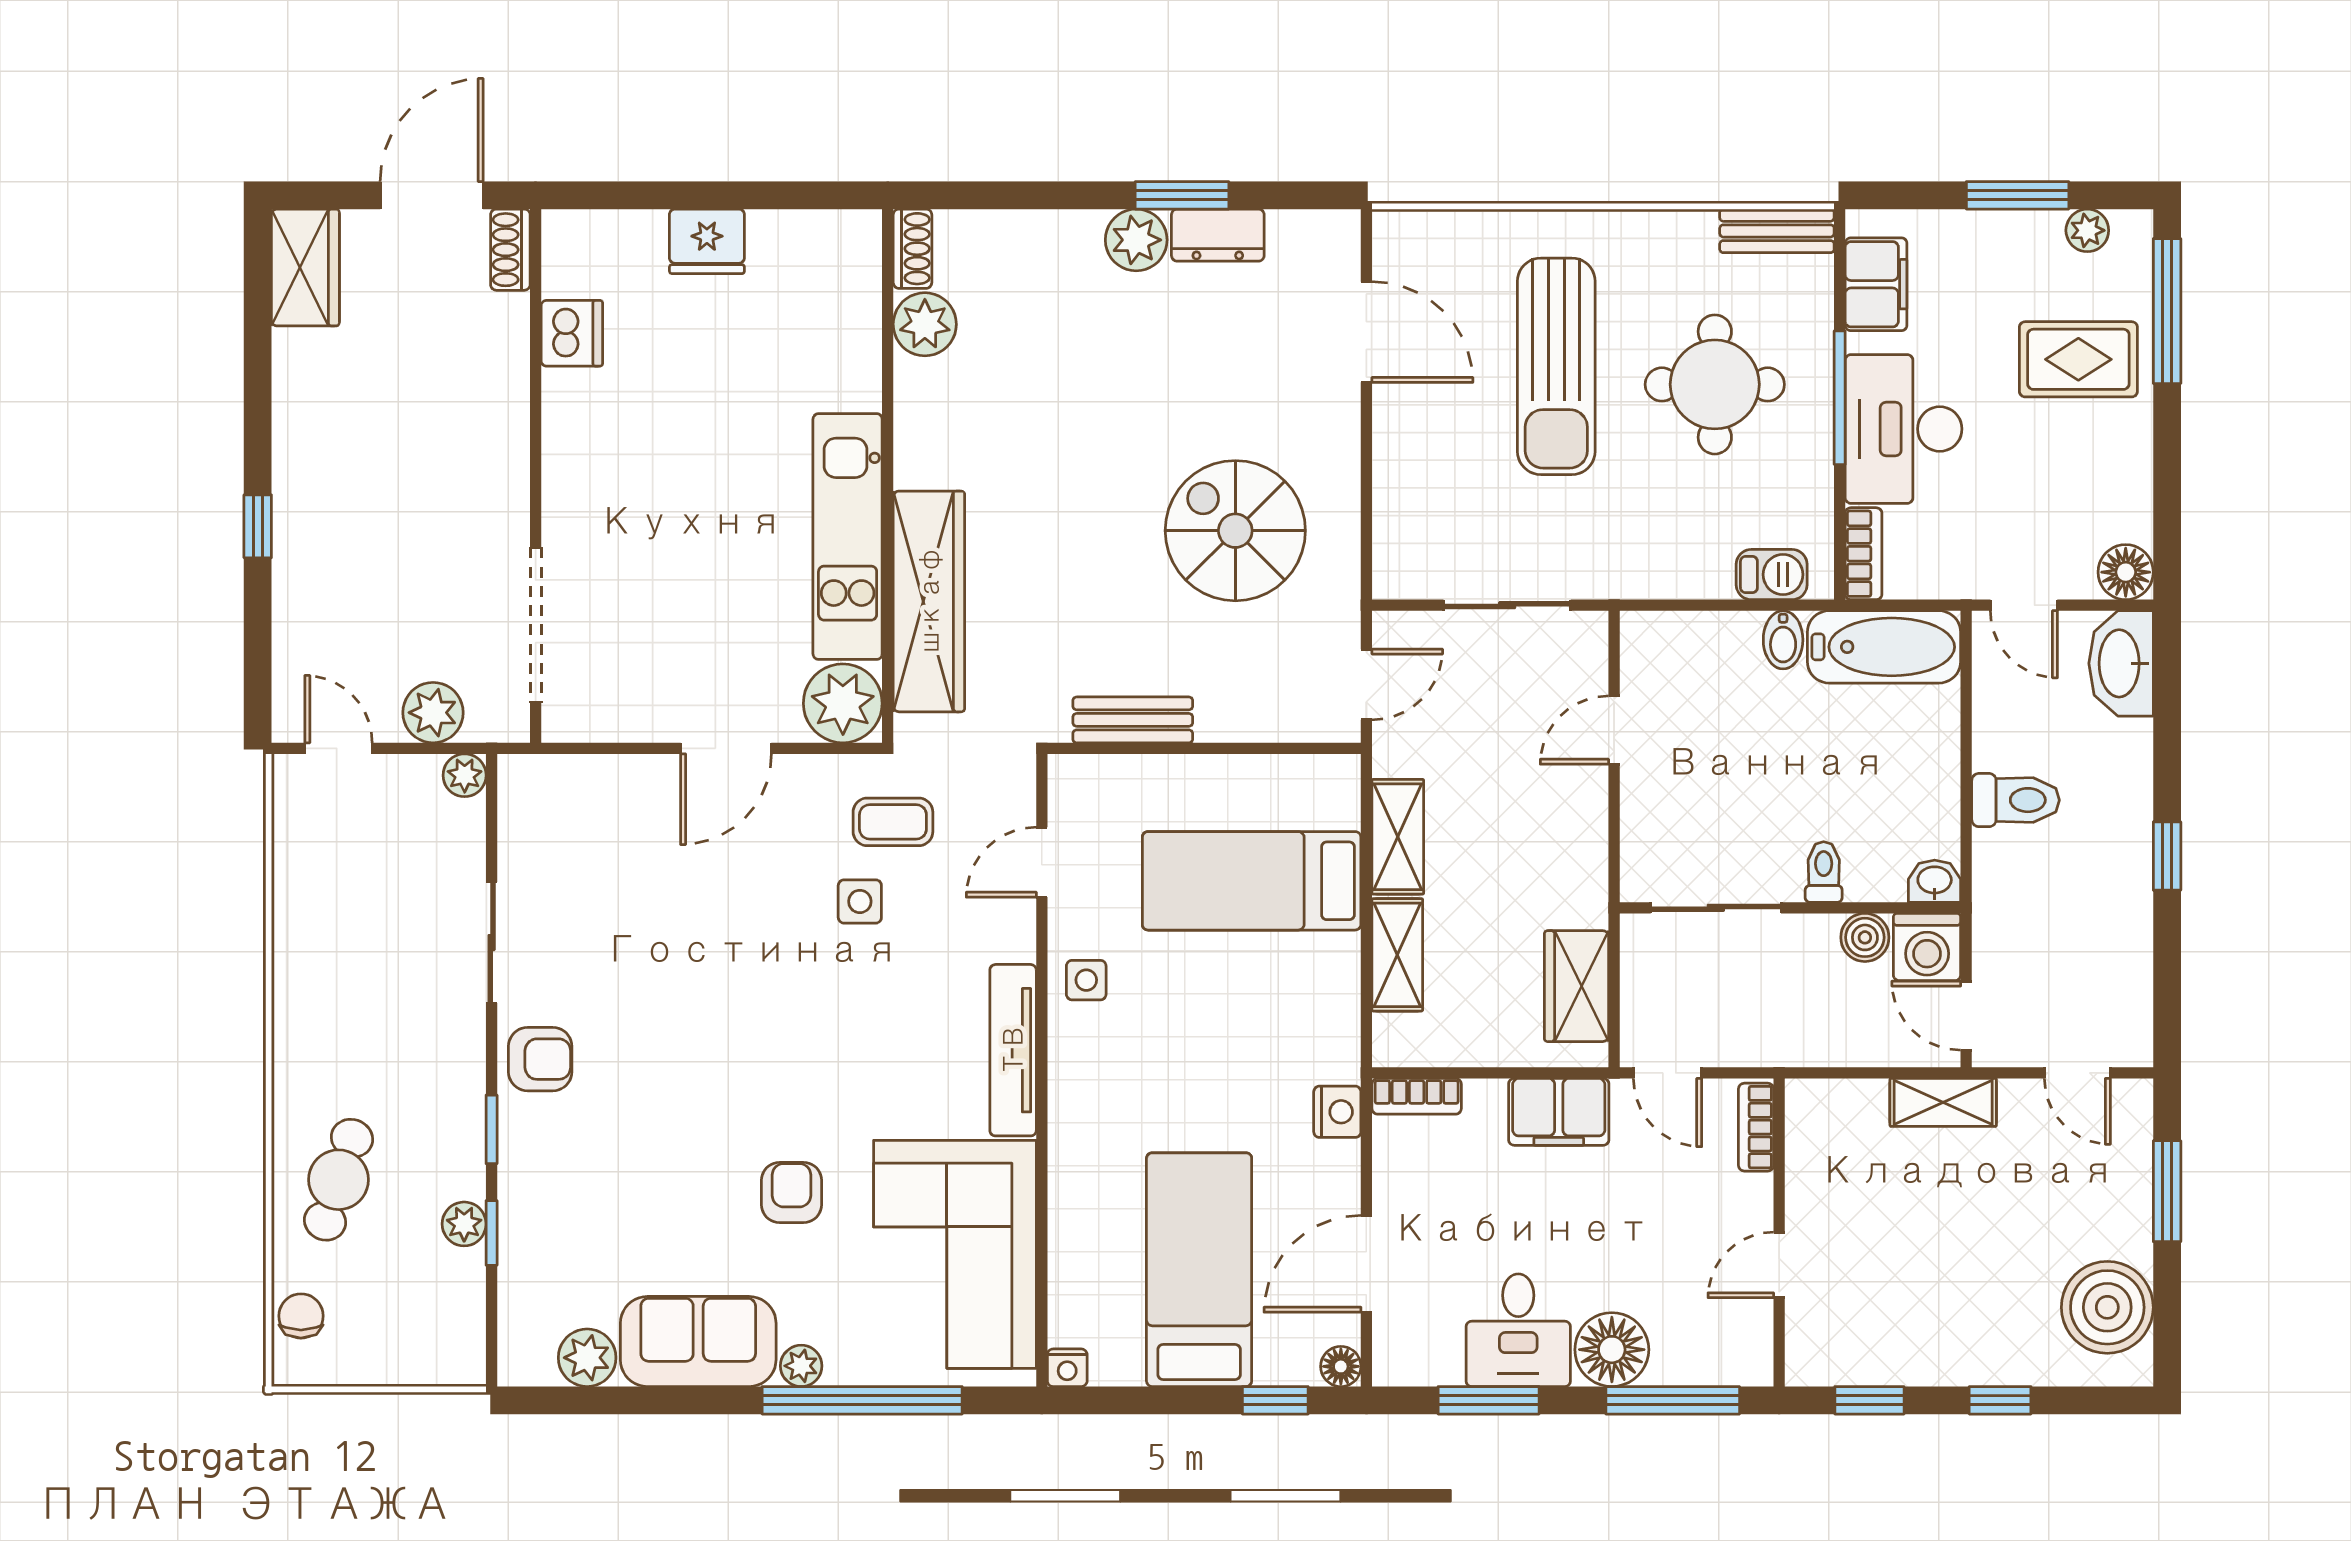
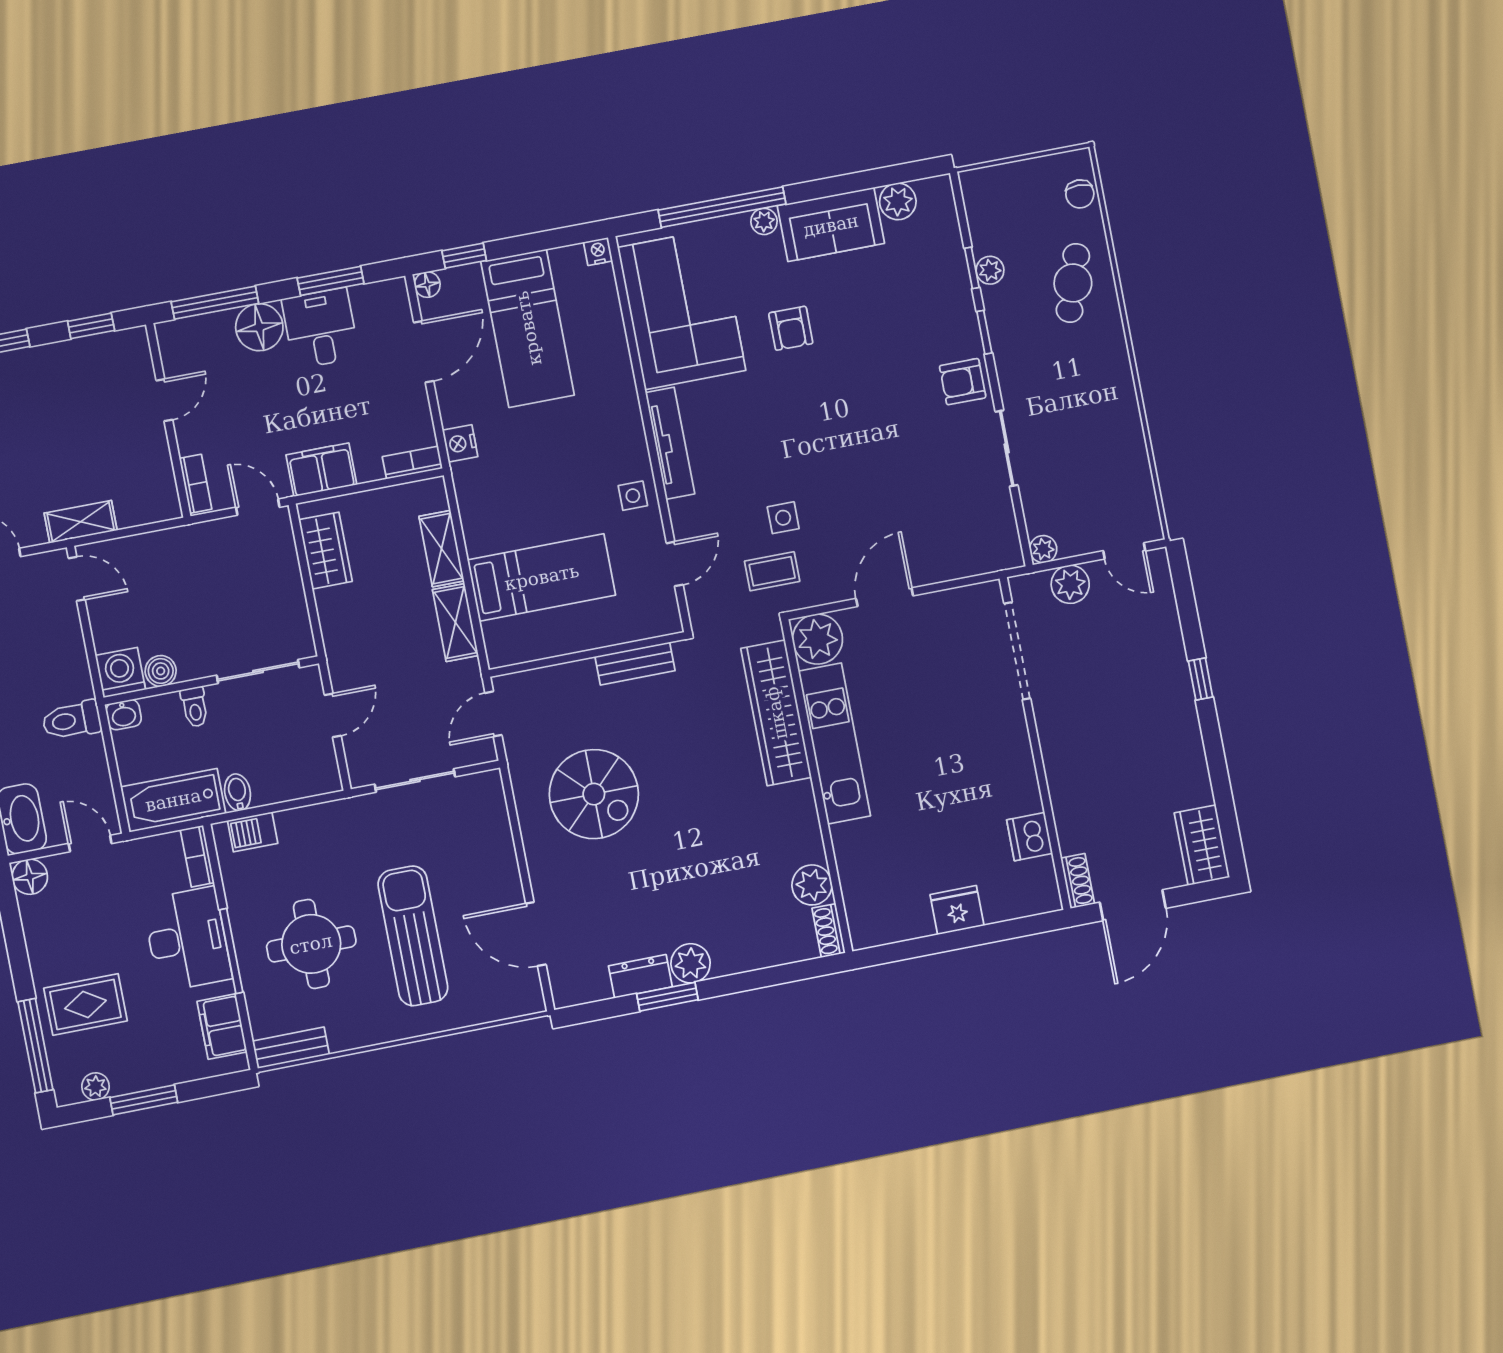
toilet: (1824, 872) -> (195, 707), moved
washbasin: (1935, 881) -> (124, 715), moved
sliding door: (1716, 908) -> (258, 672), moved
wall: (1790, 908) -> (211, 680), moved
boiler: (1865, 937) -> (161, 671), moved
washing machine: (1927, 947) -> (120, 673), moved

